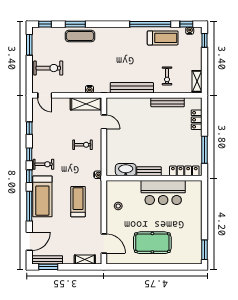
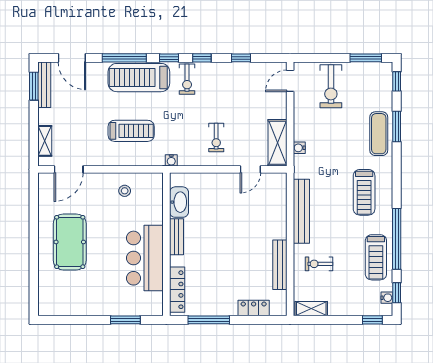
treadmill: (119, 46) -> (364, 192), added
window: (205, 250) -> (125, 320), moved

